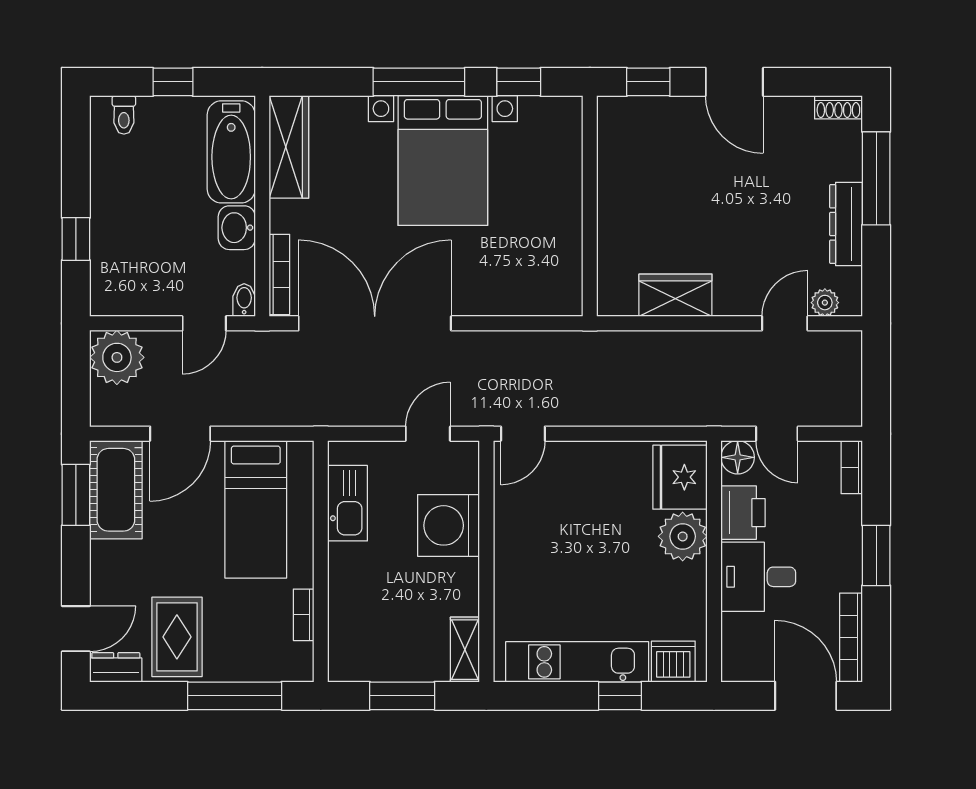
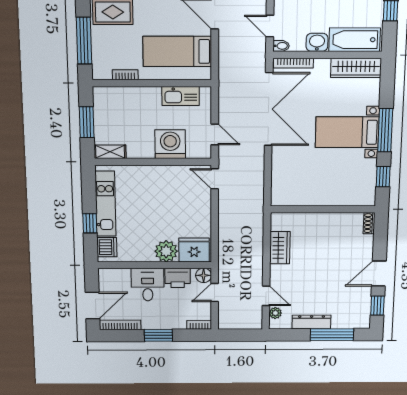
window: (648, 82) -> (377, 306), moved
shoe rack: (838, 107) -> (369, 223), moved
bed with nightstands: (443, 161) -> (347, 132), width x0.73

